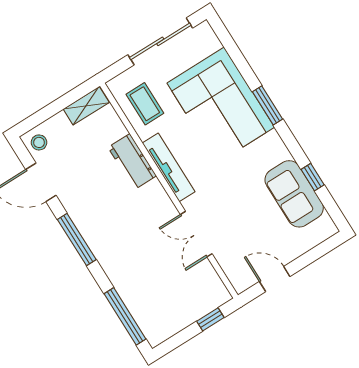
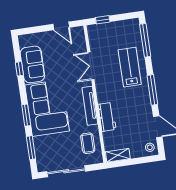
window: (236, 55) -> (31, 148), added
corner sofa: (221, 105) -> (47, 108), moved
double door: (196, 234) -> (91, 66), swing flipped
lab bench: (131, 261) -> (130, 67), added

